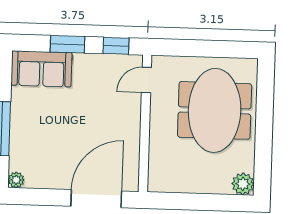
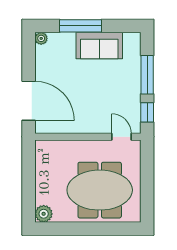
window: (67, 44) -> (147, 75), width x1.44
sofa: (41, 69) -> (99, 46), moved, turned -90

